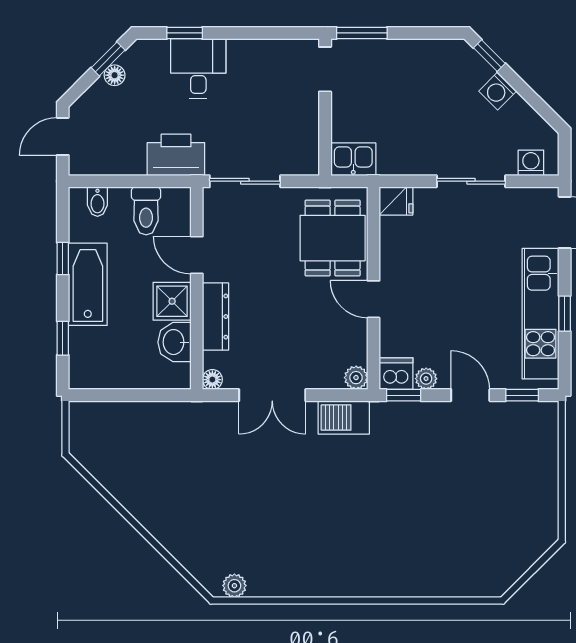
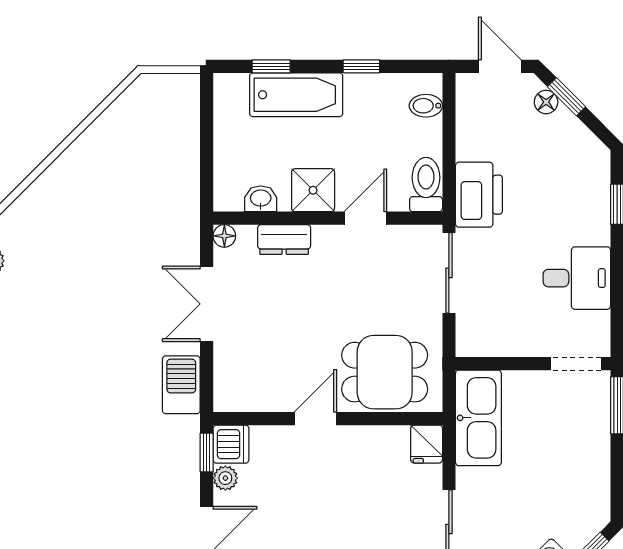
window: (108, 59) -> (566, 97), moved
desk: (198, 68) -> (577, 278), moved
floor lamp: (115, 75) -> (546, 102), moved
kitchen sink: (353, 159) -> (478, 418), width x1.87, depth x1.24
toilet: (146, 211) -> (426, 185), moved, turned 90
bathtub: (88, 284) -> (296, 95), moved
dresser: (216, 317) -> (284, 240), width x0.70
washbasin: (174, 342) -> (261, 199), width x0.72, depth x0.69
plant: (356, 378) -> (227, 399), removed

